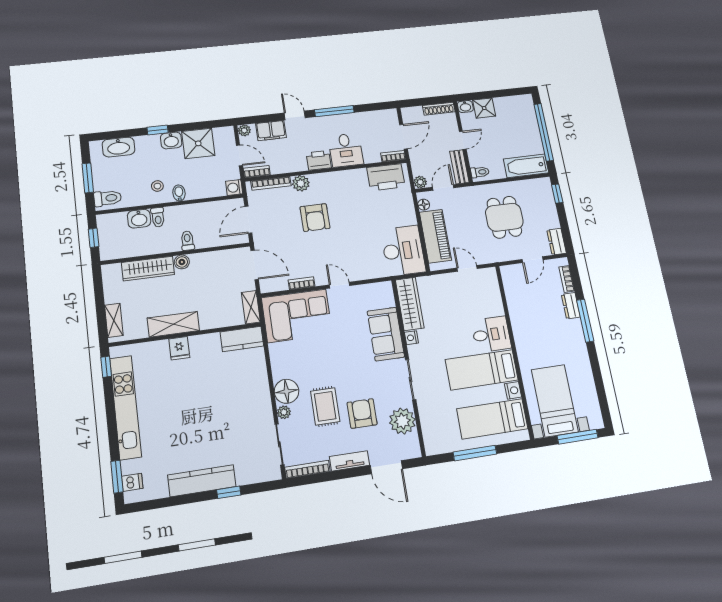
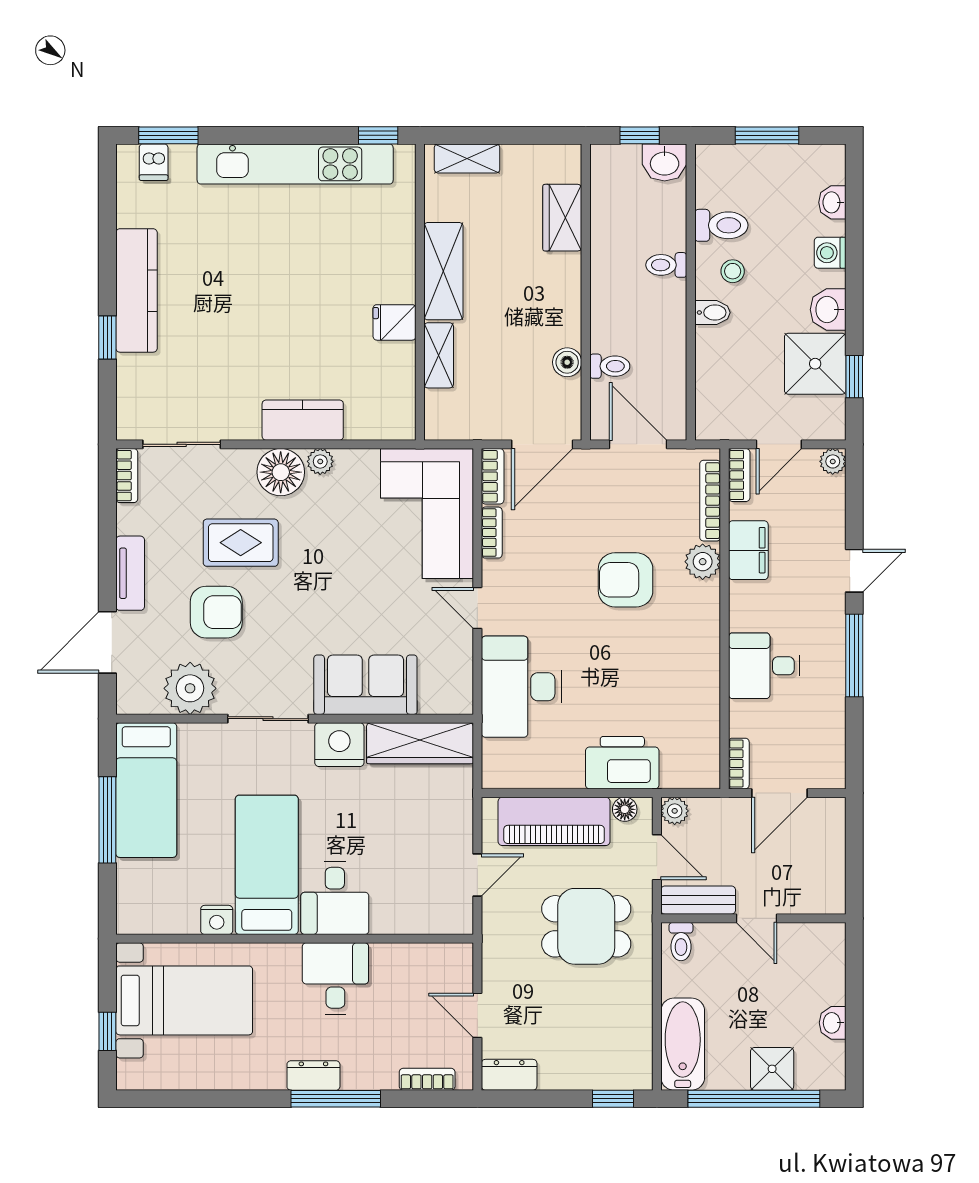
washbasin: (465, 107) -> (833, 1023), moved
shower: (484, 108) -> (772, 1069), moved
shoe rack: (439, 109) -> (834, 880), removed
window: (158, 130) -> (854, 377), moved
filing cabinet: (271, 131) -> (748, 550), moved, turned 180
door: (404, 137) -> (779, 793), hinge flipped
washbasin: (119, 147) -> (832, 202), width x0.52, depth x0.69
printer: (319, 160) -> (748, 606), removed
printer: (386, 177) -> (622, 763), moved, turned 90
washing machine: (234, 187) -> (830, 253), moved, turned -90
toilet: (108, 198) -> (721, 225), moved, turned -90
dining table: (504, 217) -> (586, 926), moved
washbasin: (139, 219) -> (665, 162), moved, turned -90
toilet: (187, 241) -> (610, 366), moved
desk: (403, 251) -> (521, 687), moved, turned 90
boiler: (182, 262) -> (567, 362), moved
wardrobe: (148, 269) -> (562, 218), width x0.67
door: (340, 285) -> (477, 608), swing flipped
bookcase: (274, 286) -> (493, 476), added
dresser: (571, 306) -> (313, 1075), moved
shelving: (251, 307) -> (439, 355), moved, turned 90
desk: (529, 329) -> (335, 978), added
nightstand: (411, 338) -> (339, 745), width x1.89, depth x1.79
kitchen counter: (242, 339) -> (303, 420), moved, turned 90
fridge: (179, 348) -> (394, 322), moved
plant: (284, 412) -> (320, 461), moved
bed: (492, 419) -> (146, 790), moved, turned 180
window: (578, 437) -> (107, 1031), width x0.46
bookcase: (307, 469) -> (127, 476), width x0.64

